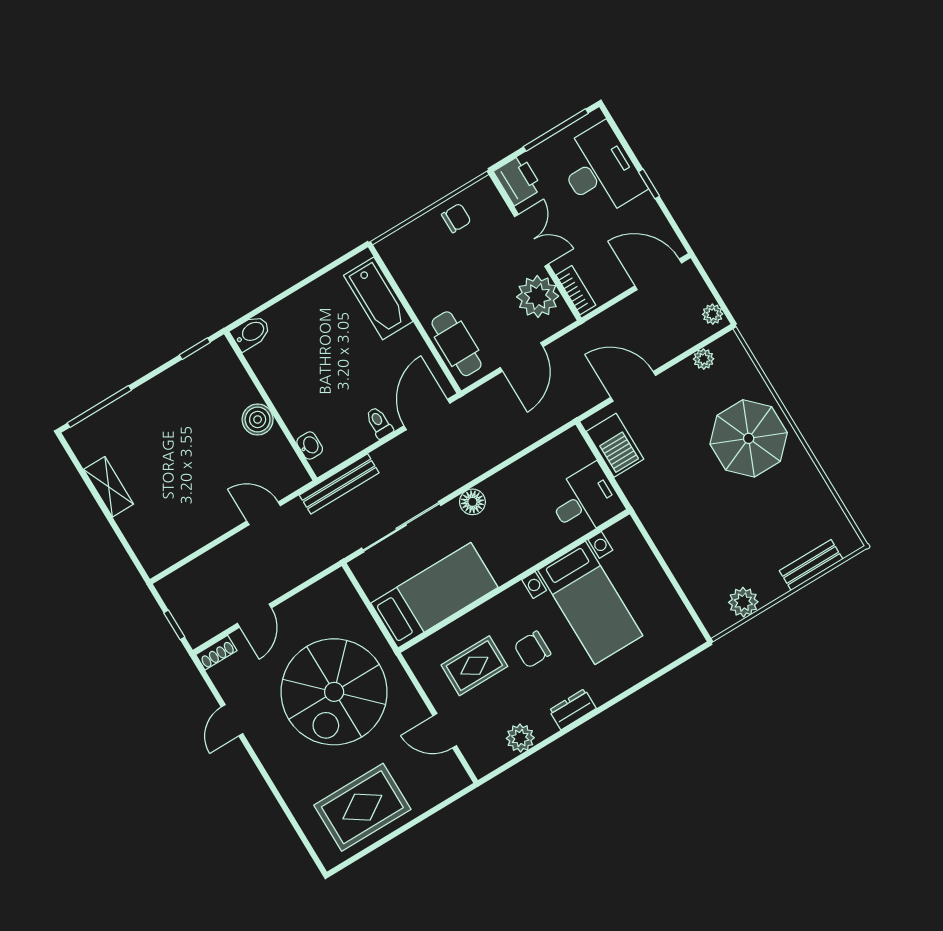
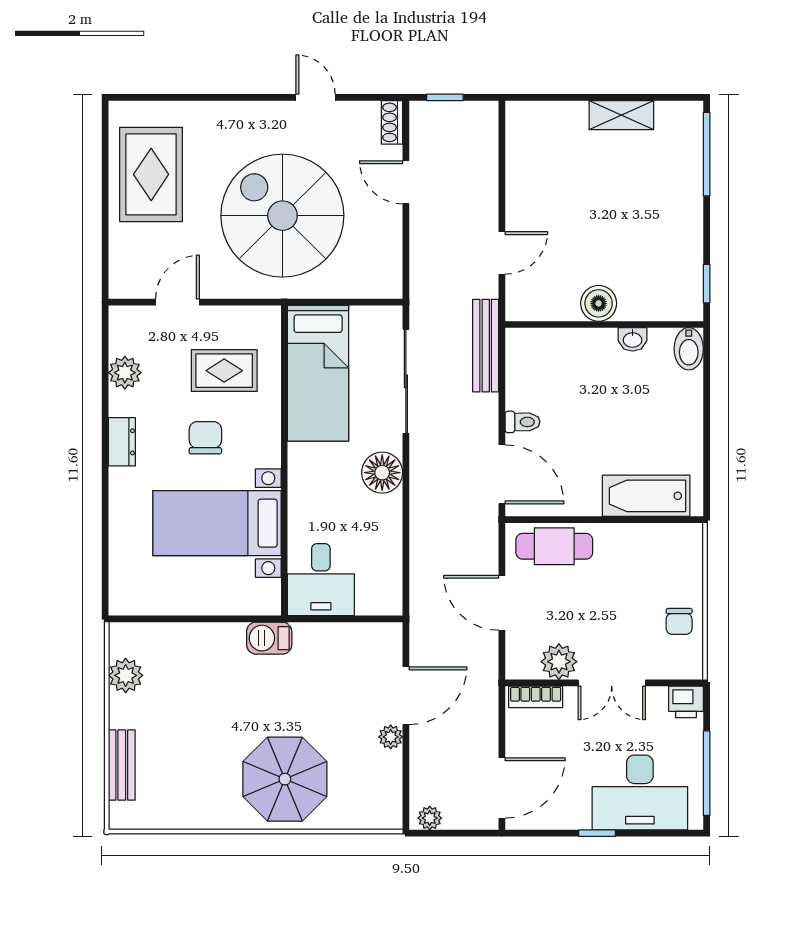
printer: (518, 180) -> (686, 702), width x0.73, depth x0.81
plant: (538, 296) -> (559, 662), width x0.73, depth x0.73
plant: (704, 359) -> (391, 737), moved
barbecue: (615, 445) -> (269, 638), moved, width x0.73, depth x0.79
washbasin: (310, 446) -> (633, 339), moved
floor lamp: (472, 502) -> (382, 473), width x1.38, depth x1.38
rug: (474, 666) -> (224, 371), turned 90

